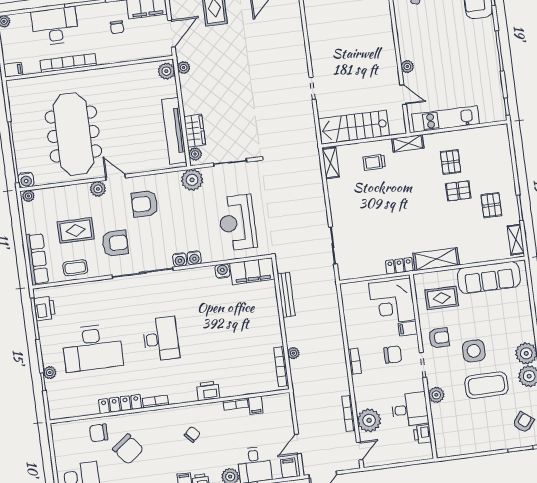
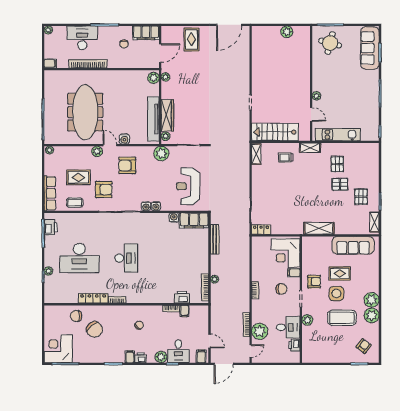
wardrobe: (195, 131) -> (167, 115), width x1.50
water cooler: (26, 180) -> (124, 139), moved
locker: (399, 266) -> (261, 230), moved
rug: (442, 298) -> (340, 274), moved
printer: (208, 391) -> (182, 297), moved
door: (298, 444) -> (209, 341), swing flipped

